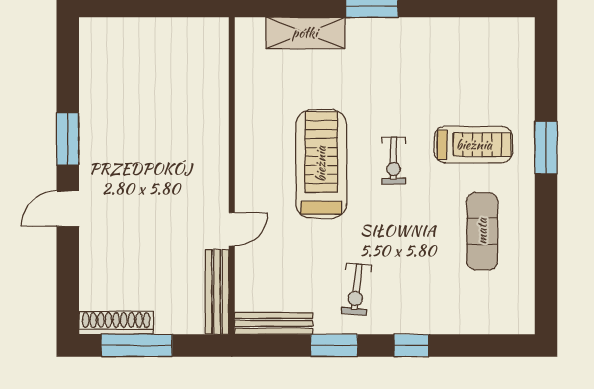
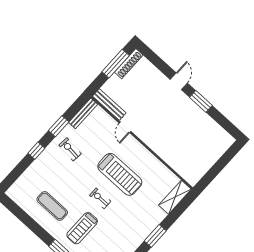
shelving: (305, 33) -> (175, 197), moved

